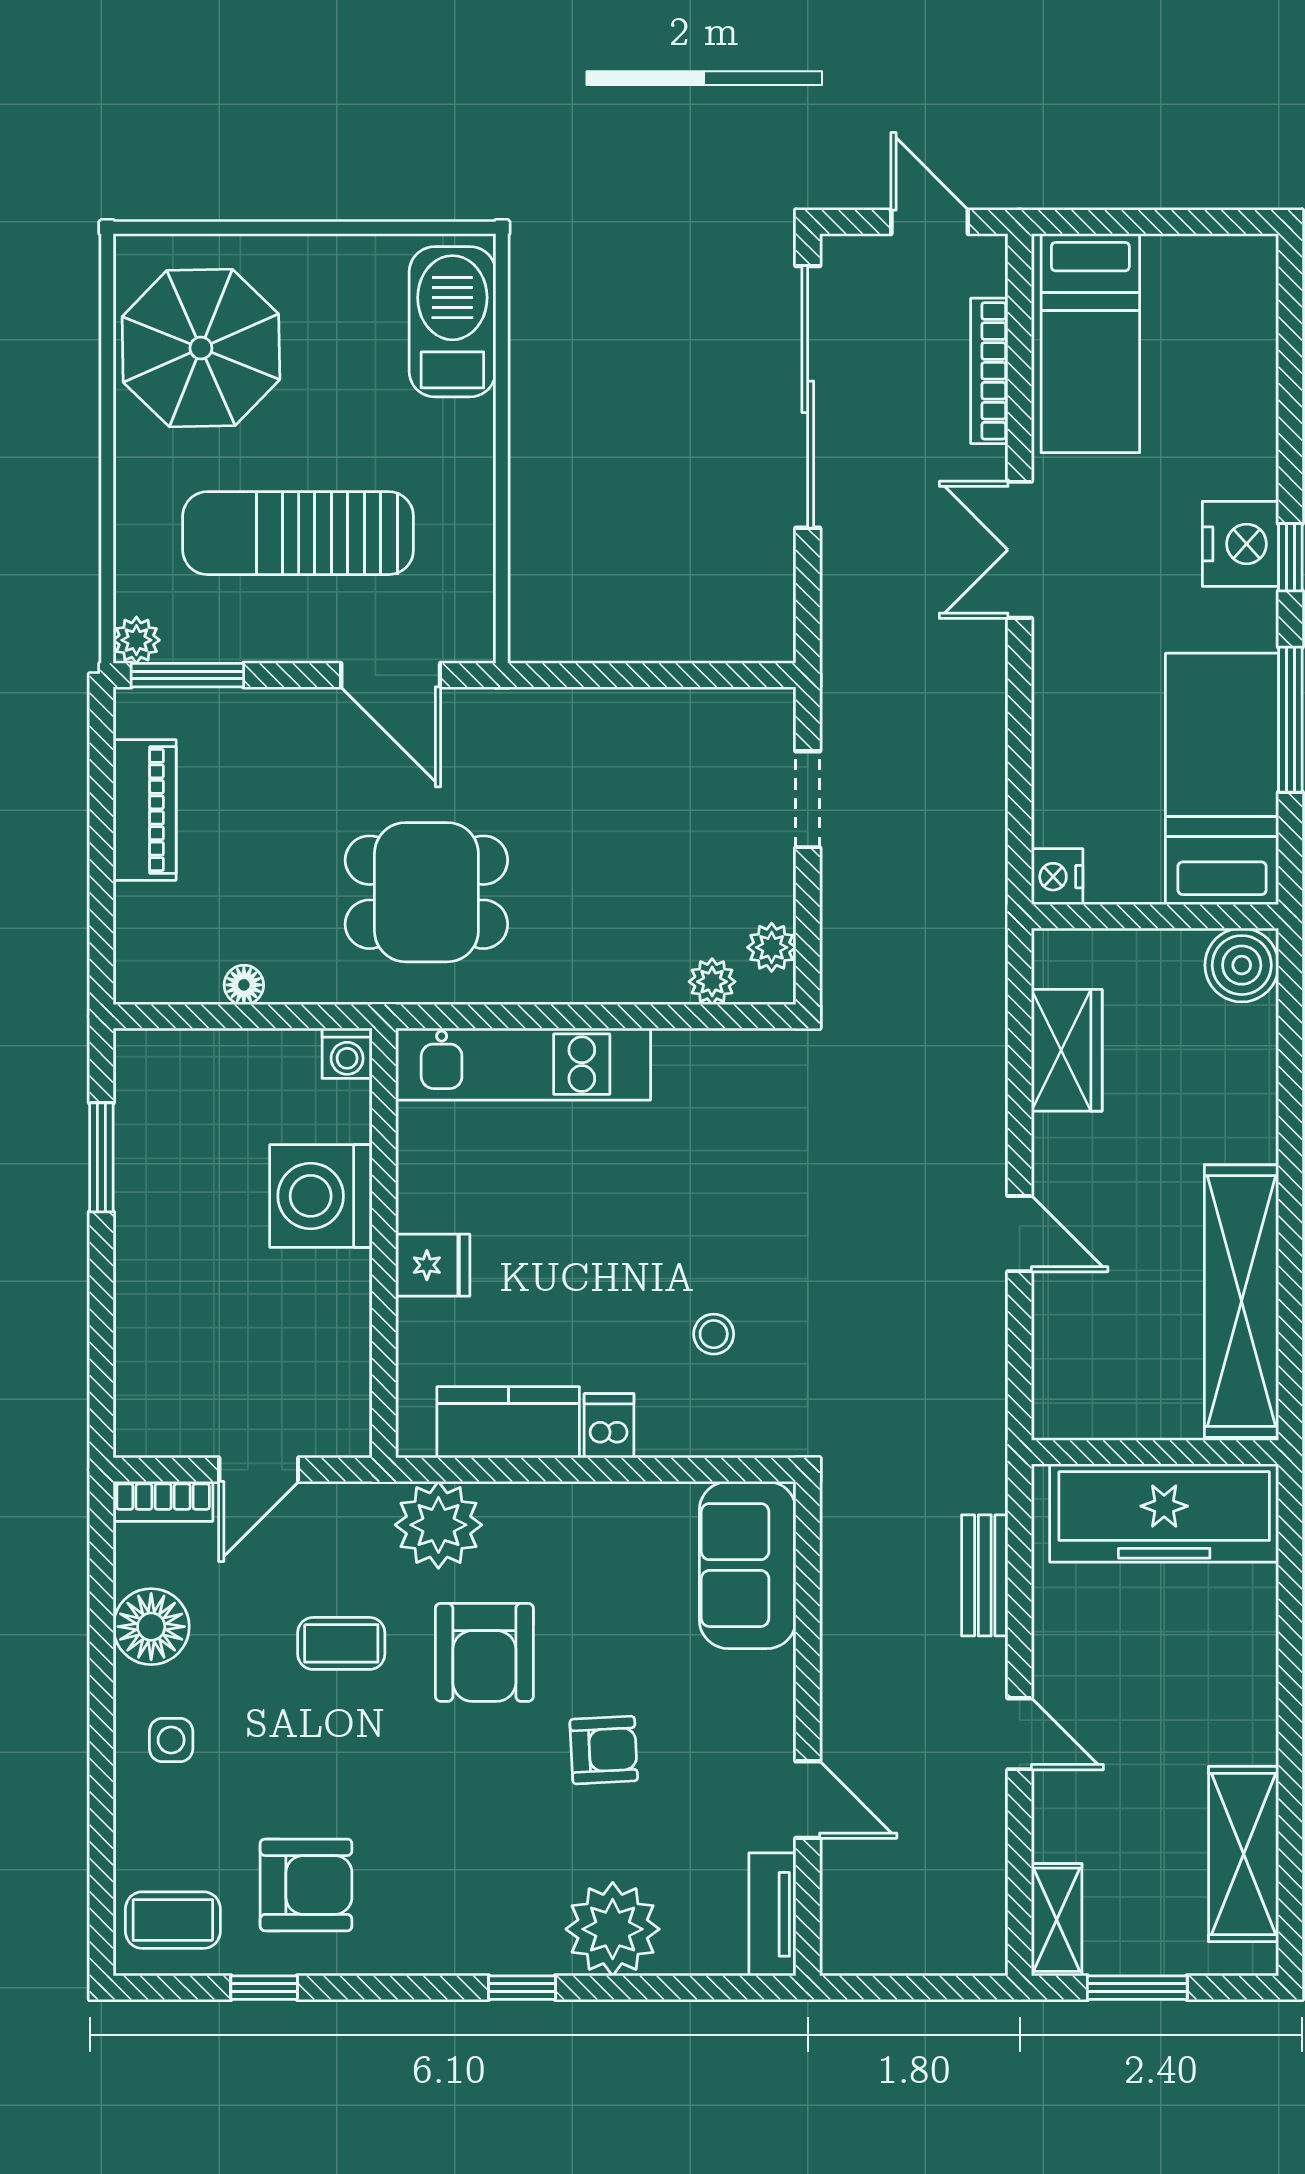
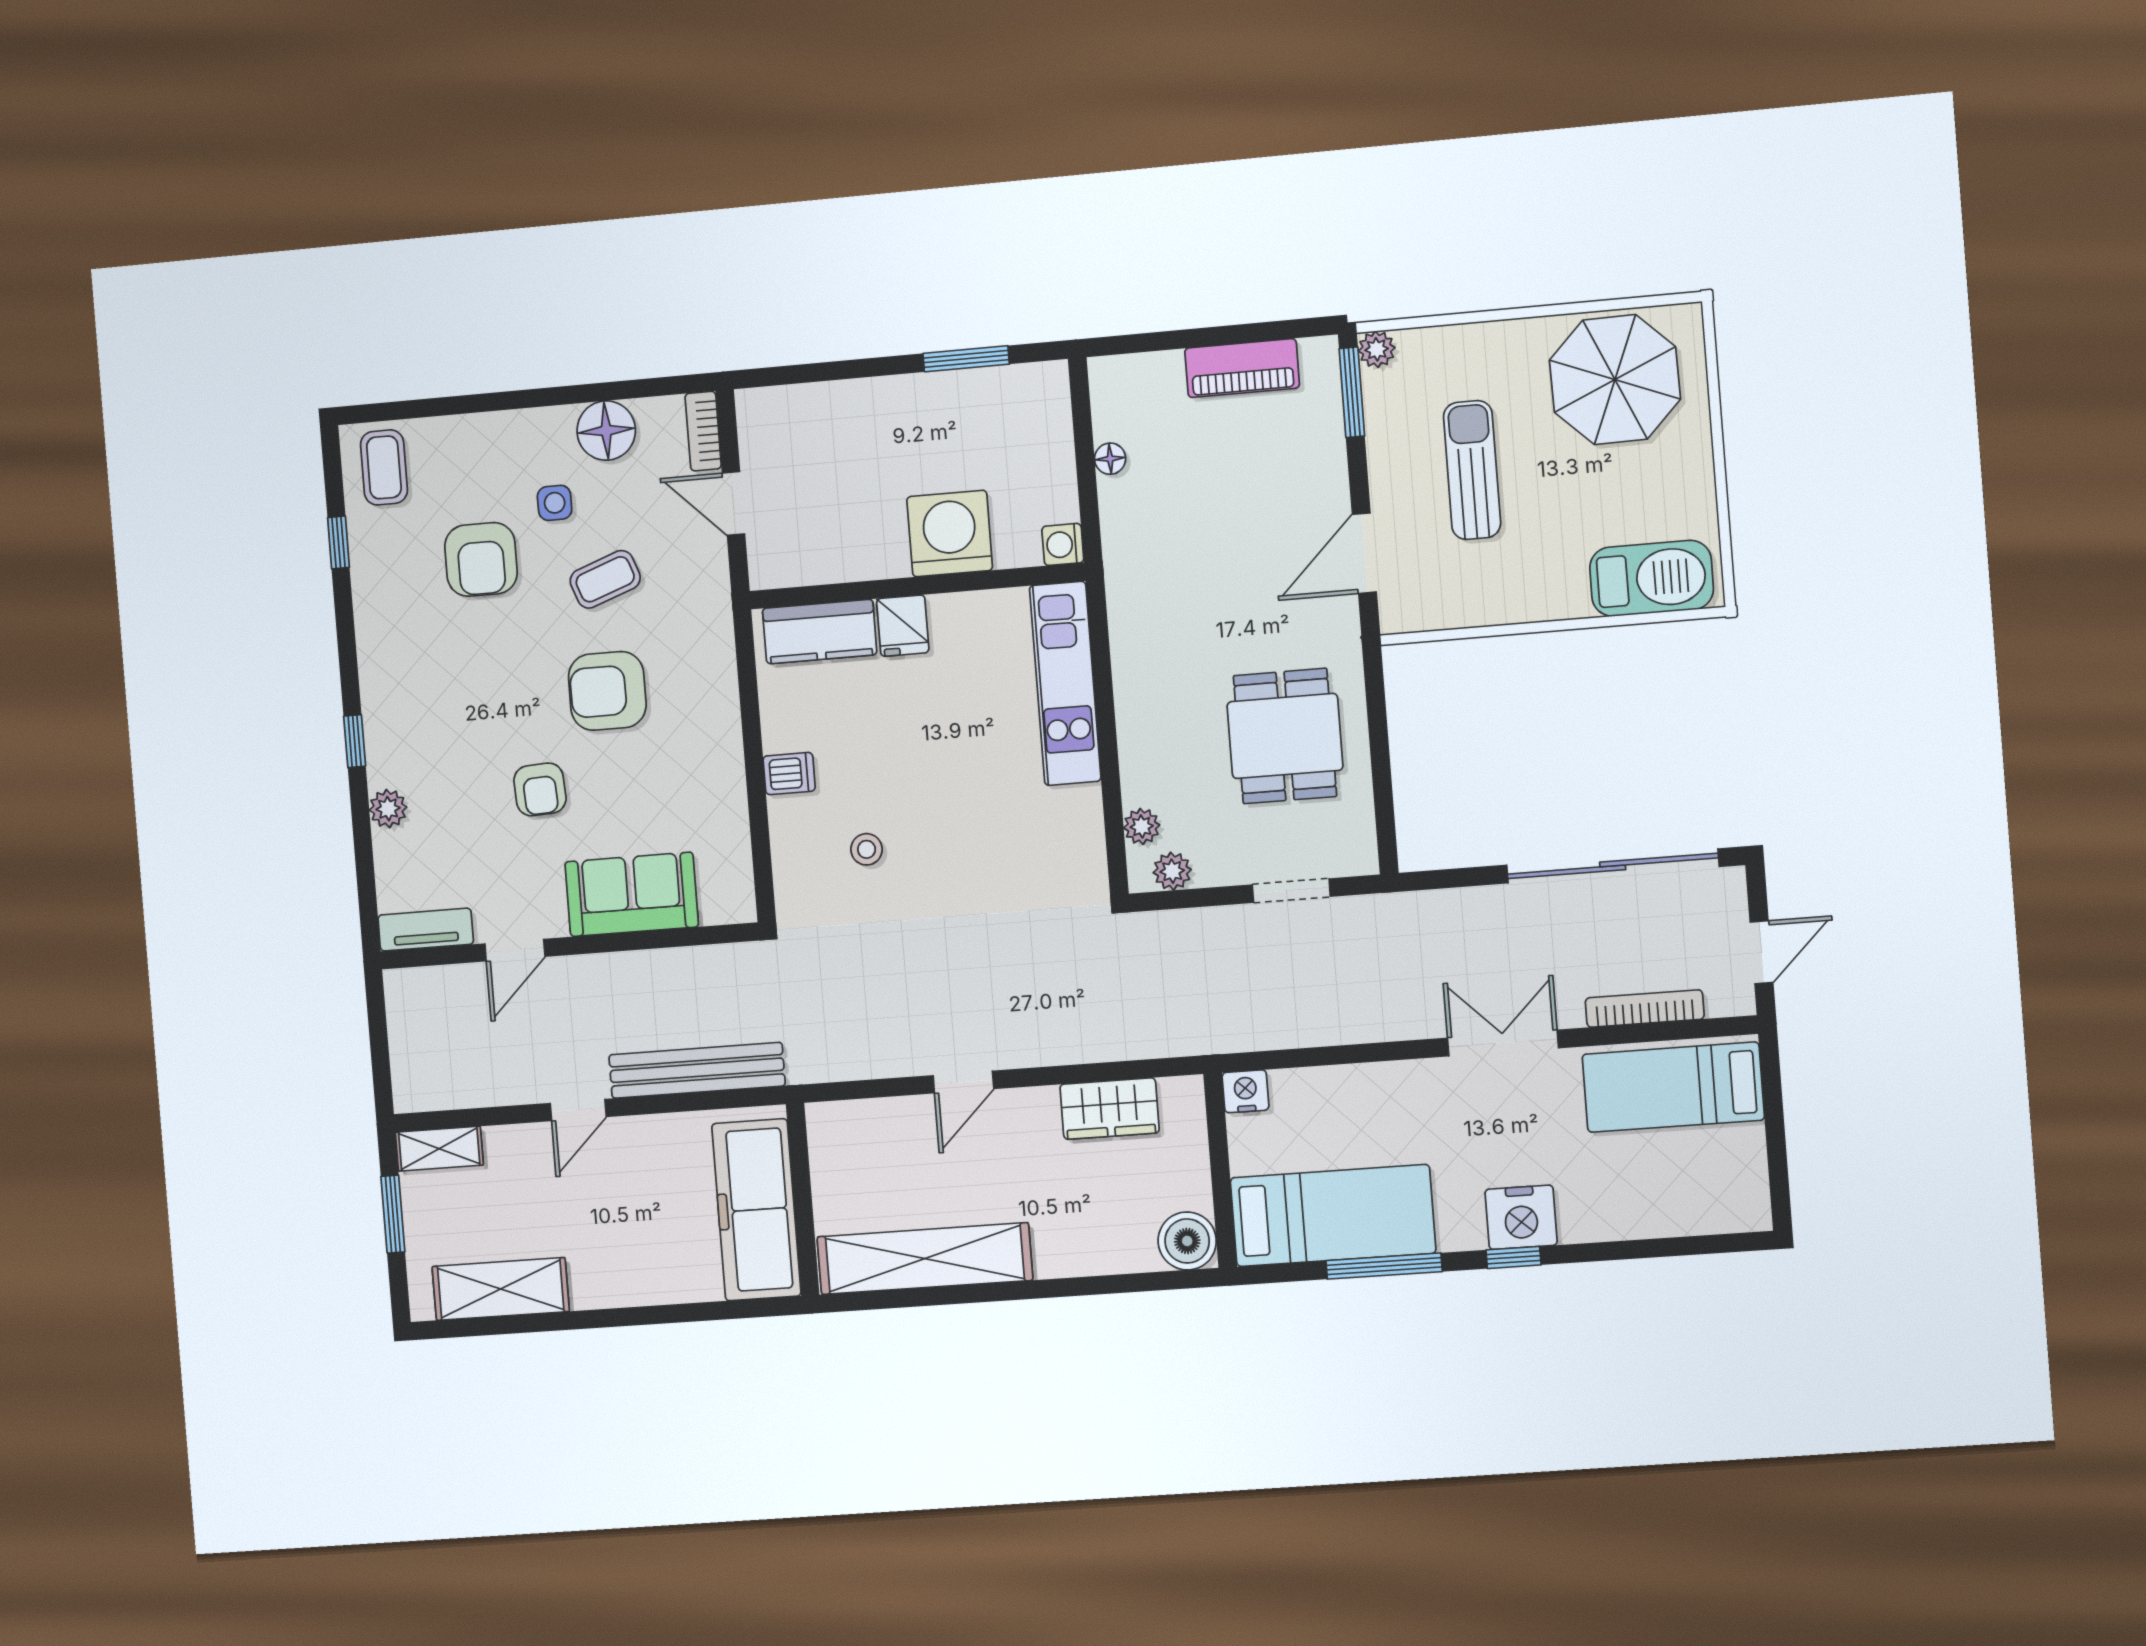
sun lounger: (298, 533) -> (1472, 470), width x0.73, depth x0.75
dining table: (426, 892) -> (1285, 736), moved
kitchen counter: (508, 1422) -> (820, 632), moved, turned 90
plant: (438, 1525) -> (702, 647), removed
sofa: (748, 1565) -> (632, 894), moved
bench: (985, 1575) -> (697, 1070), width x1.86, depth x1.21
coffee table: (341, 1643) -> (605, 579), turned 70
side table: (171, 1740) -> (555, 503), moved
armchair: (306, 1885) -> (481, 559), moved
plant: (613, 1929) -> (388, 809), width x0.53, depth x0.53

